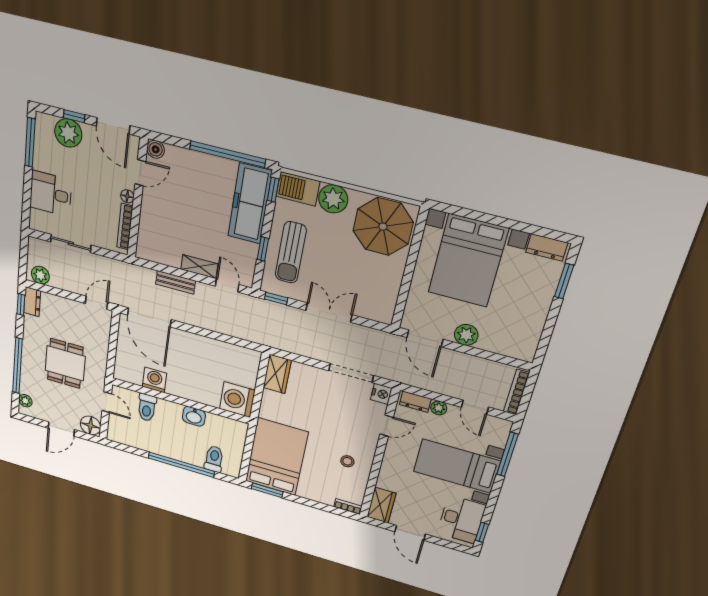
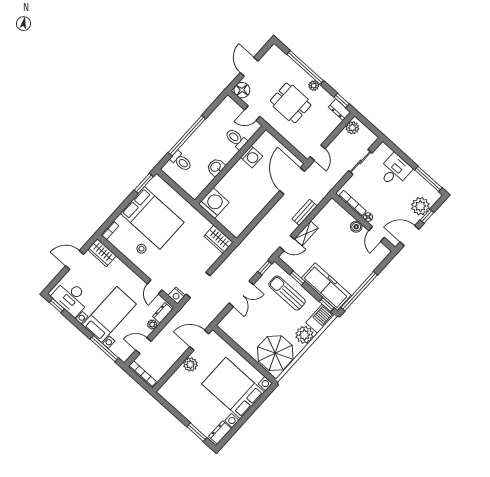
boiler: (156, 149) -> (356, 227), moved
door: (149, 317) -> (292, 181), hinge flipped
plant: (25, 401) -> (314, 86), moved
bed: (277, 457) -> (152, 218), moved

